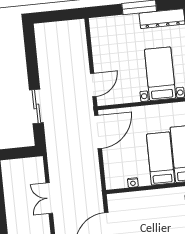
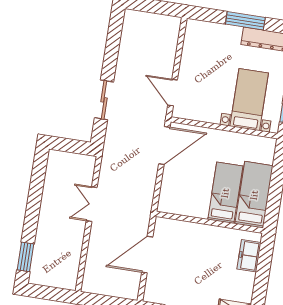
door: (93, 85) -> (173, 93), swing flipped
nightstand: (133, 183) -> (188, 211), removed

